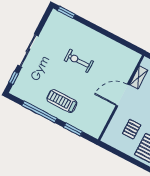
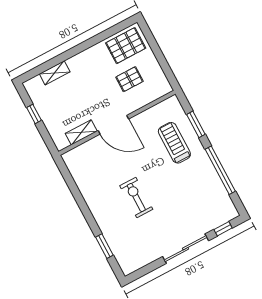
window: (66, 12) -> (104, 246), moved
exercise bike: (79, 61) -> (136, 197), turned 180
treadmill: (62, 101) -> (174, 143), moved, turned 180

